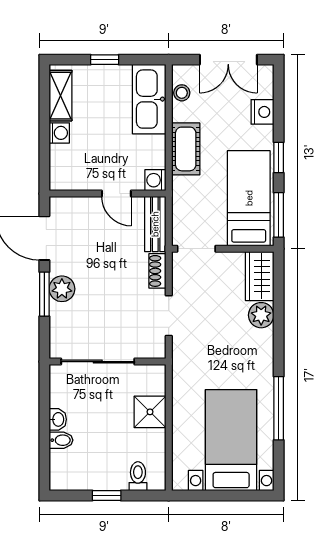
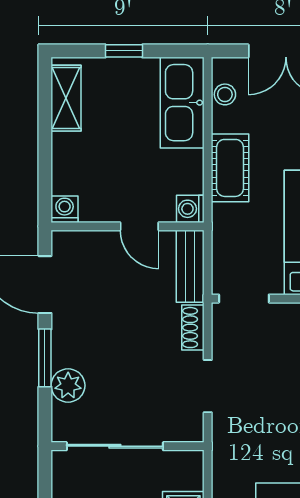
washing machine: (59, 133) -> (65, 209), moved, turned -90
plant: (62, 289) -> (68, 385), moved

